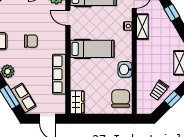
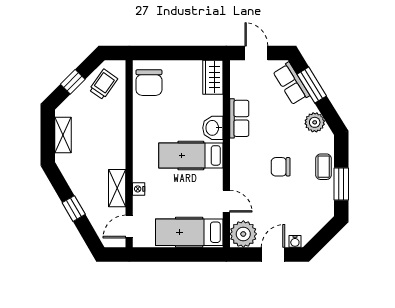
washbasin: (125, 69) -> (213, 128), moved, turned 180
row of seats: (59, 74) -> (239, 118), width x0.68
trolley: (159, 90) -> (103, 84), moved

